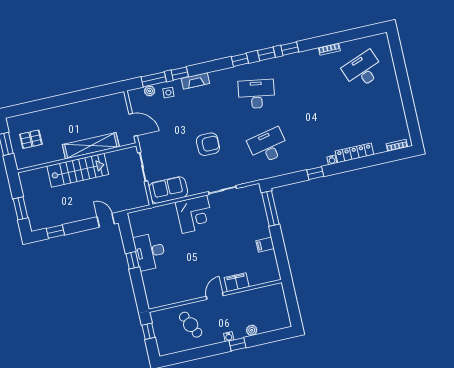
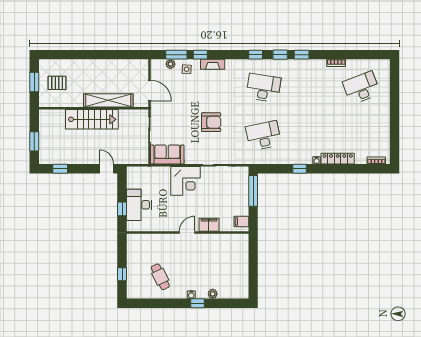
filing cabinet: (237, 282) -> (209, 225), moved
door: (215, 296) -> (187, 233), moved
wall: (215, 296) -> (188, 233), moved

